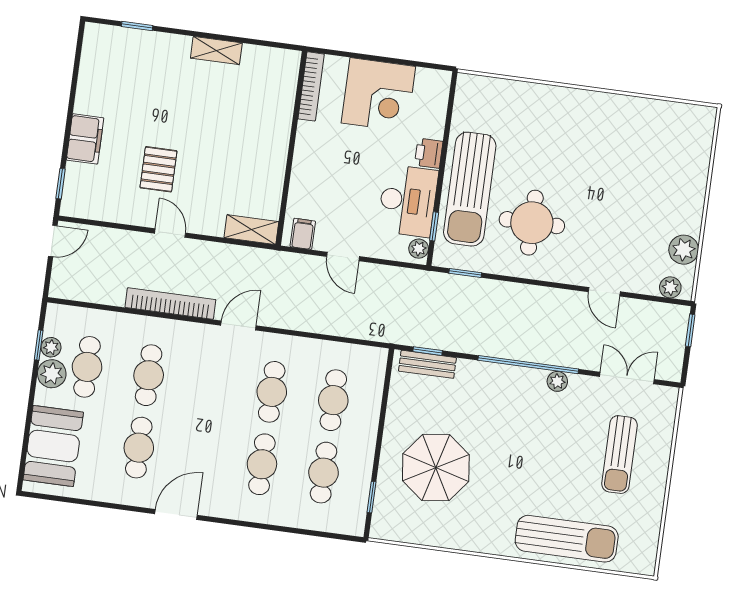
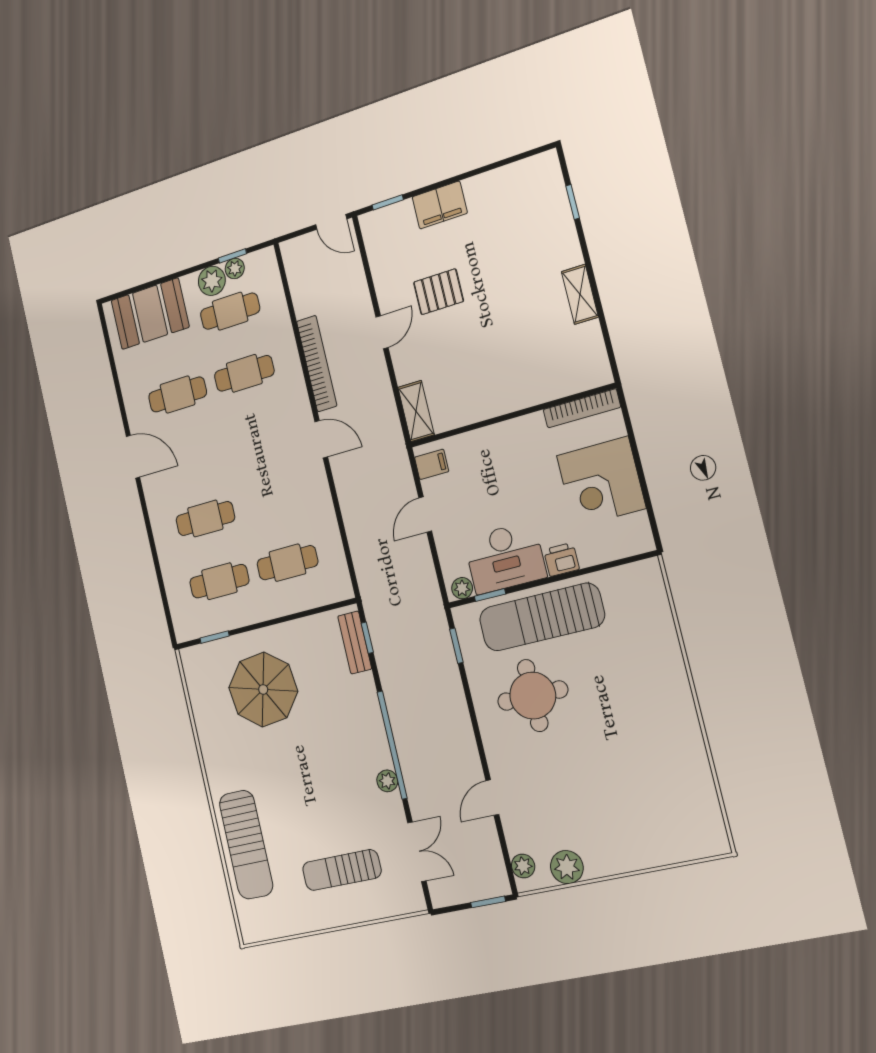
cafe table: (272, 392) -> (273, 499), removed

